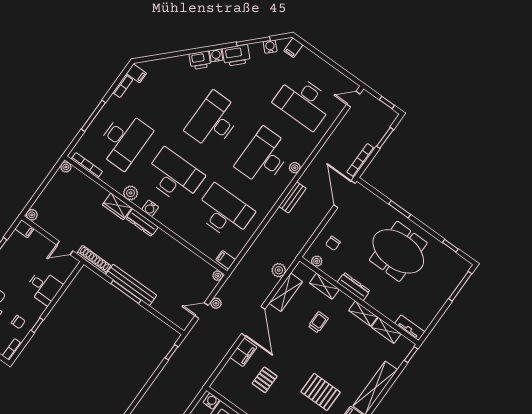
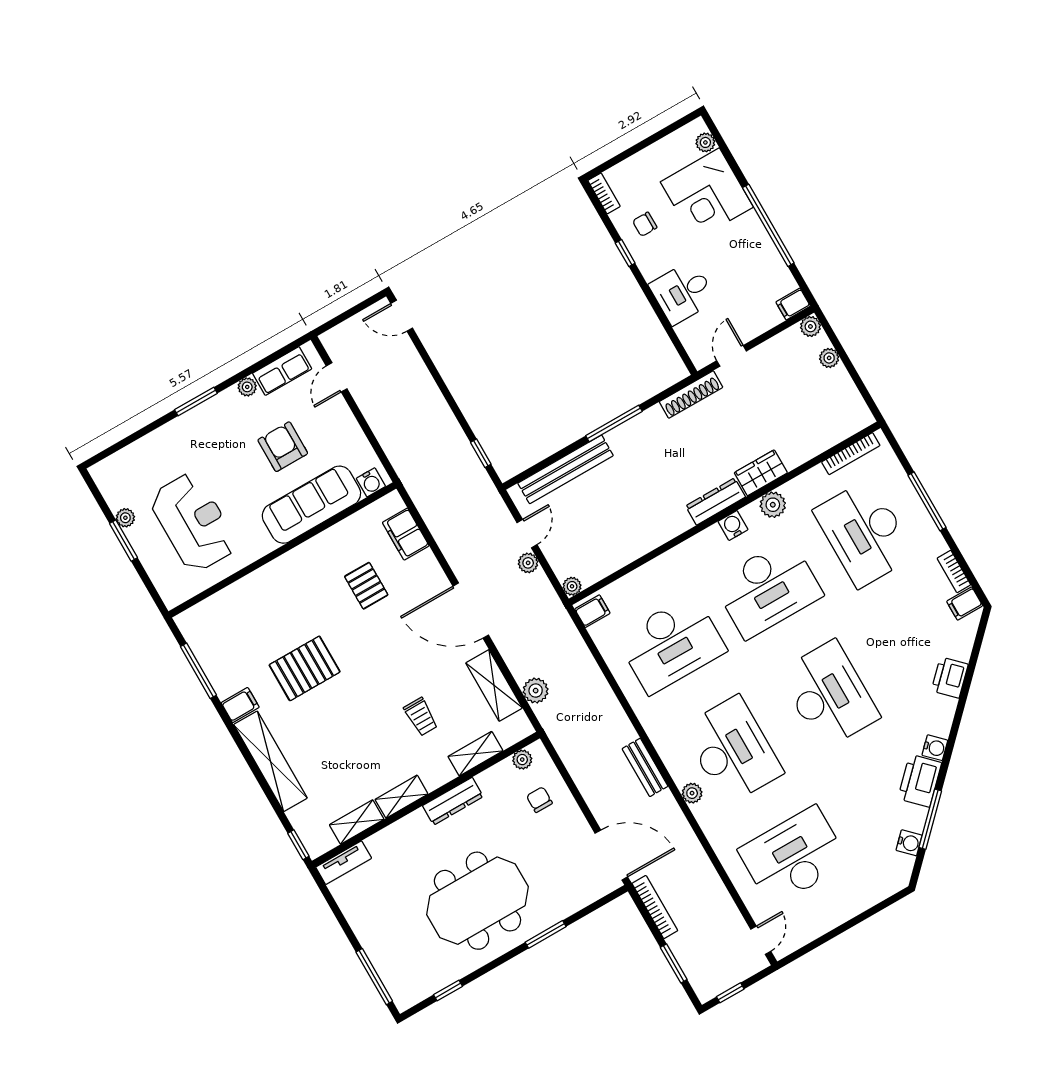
filing cabinet: (293, 48) -> (890, 880), removed
printer: (200, 60) -> (950, 678), moved
plant: (66, 167) -> (829, 358), moved
bench: (131, 285) -> (566, 469), moved
filing cabinet: (243, 352) -> (406, 534), moved

